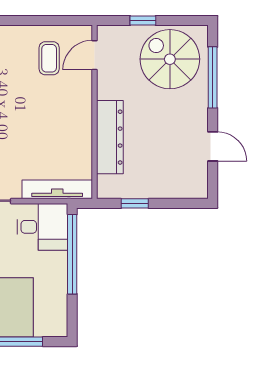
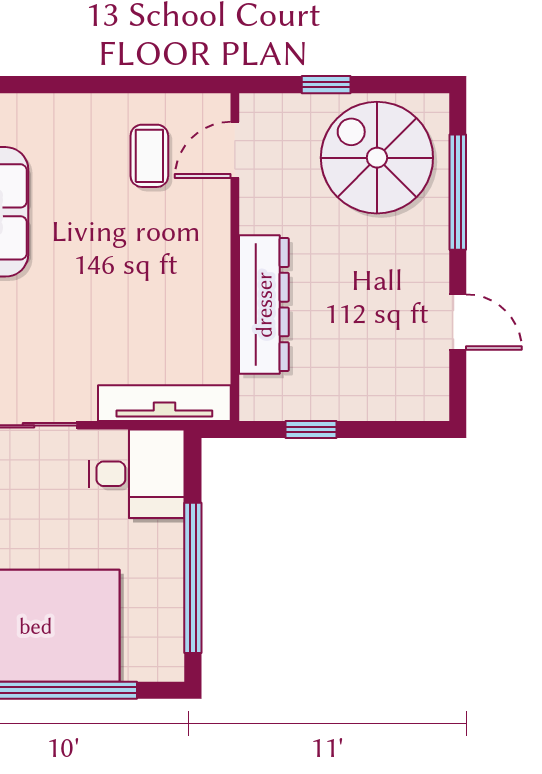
window: (72, 254) -> (193, 578), moved

